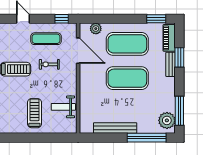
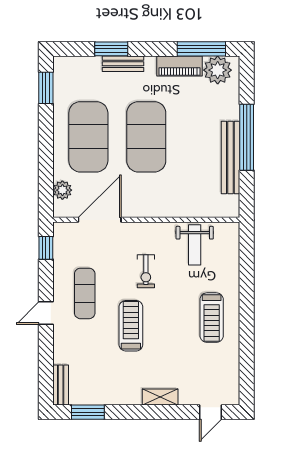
piano: (169, 38) -> (179, 66), moved
exercise mat: (46, 39) -> (85, 293), moved
exercise bike: (49, 64) -> (146, 271), moved
treadmill: (34, 113) -> (212, 318), moved, turned -90
window: (147, 138) -> (247, 137), moved

